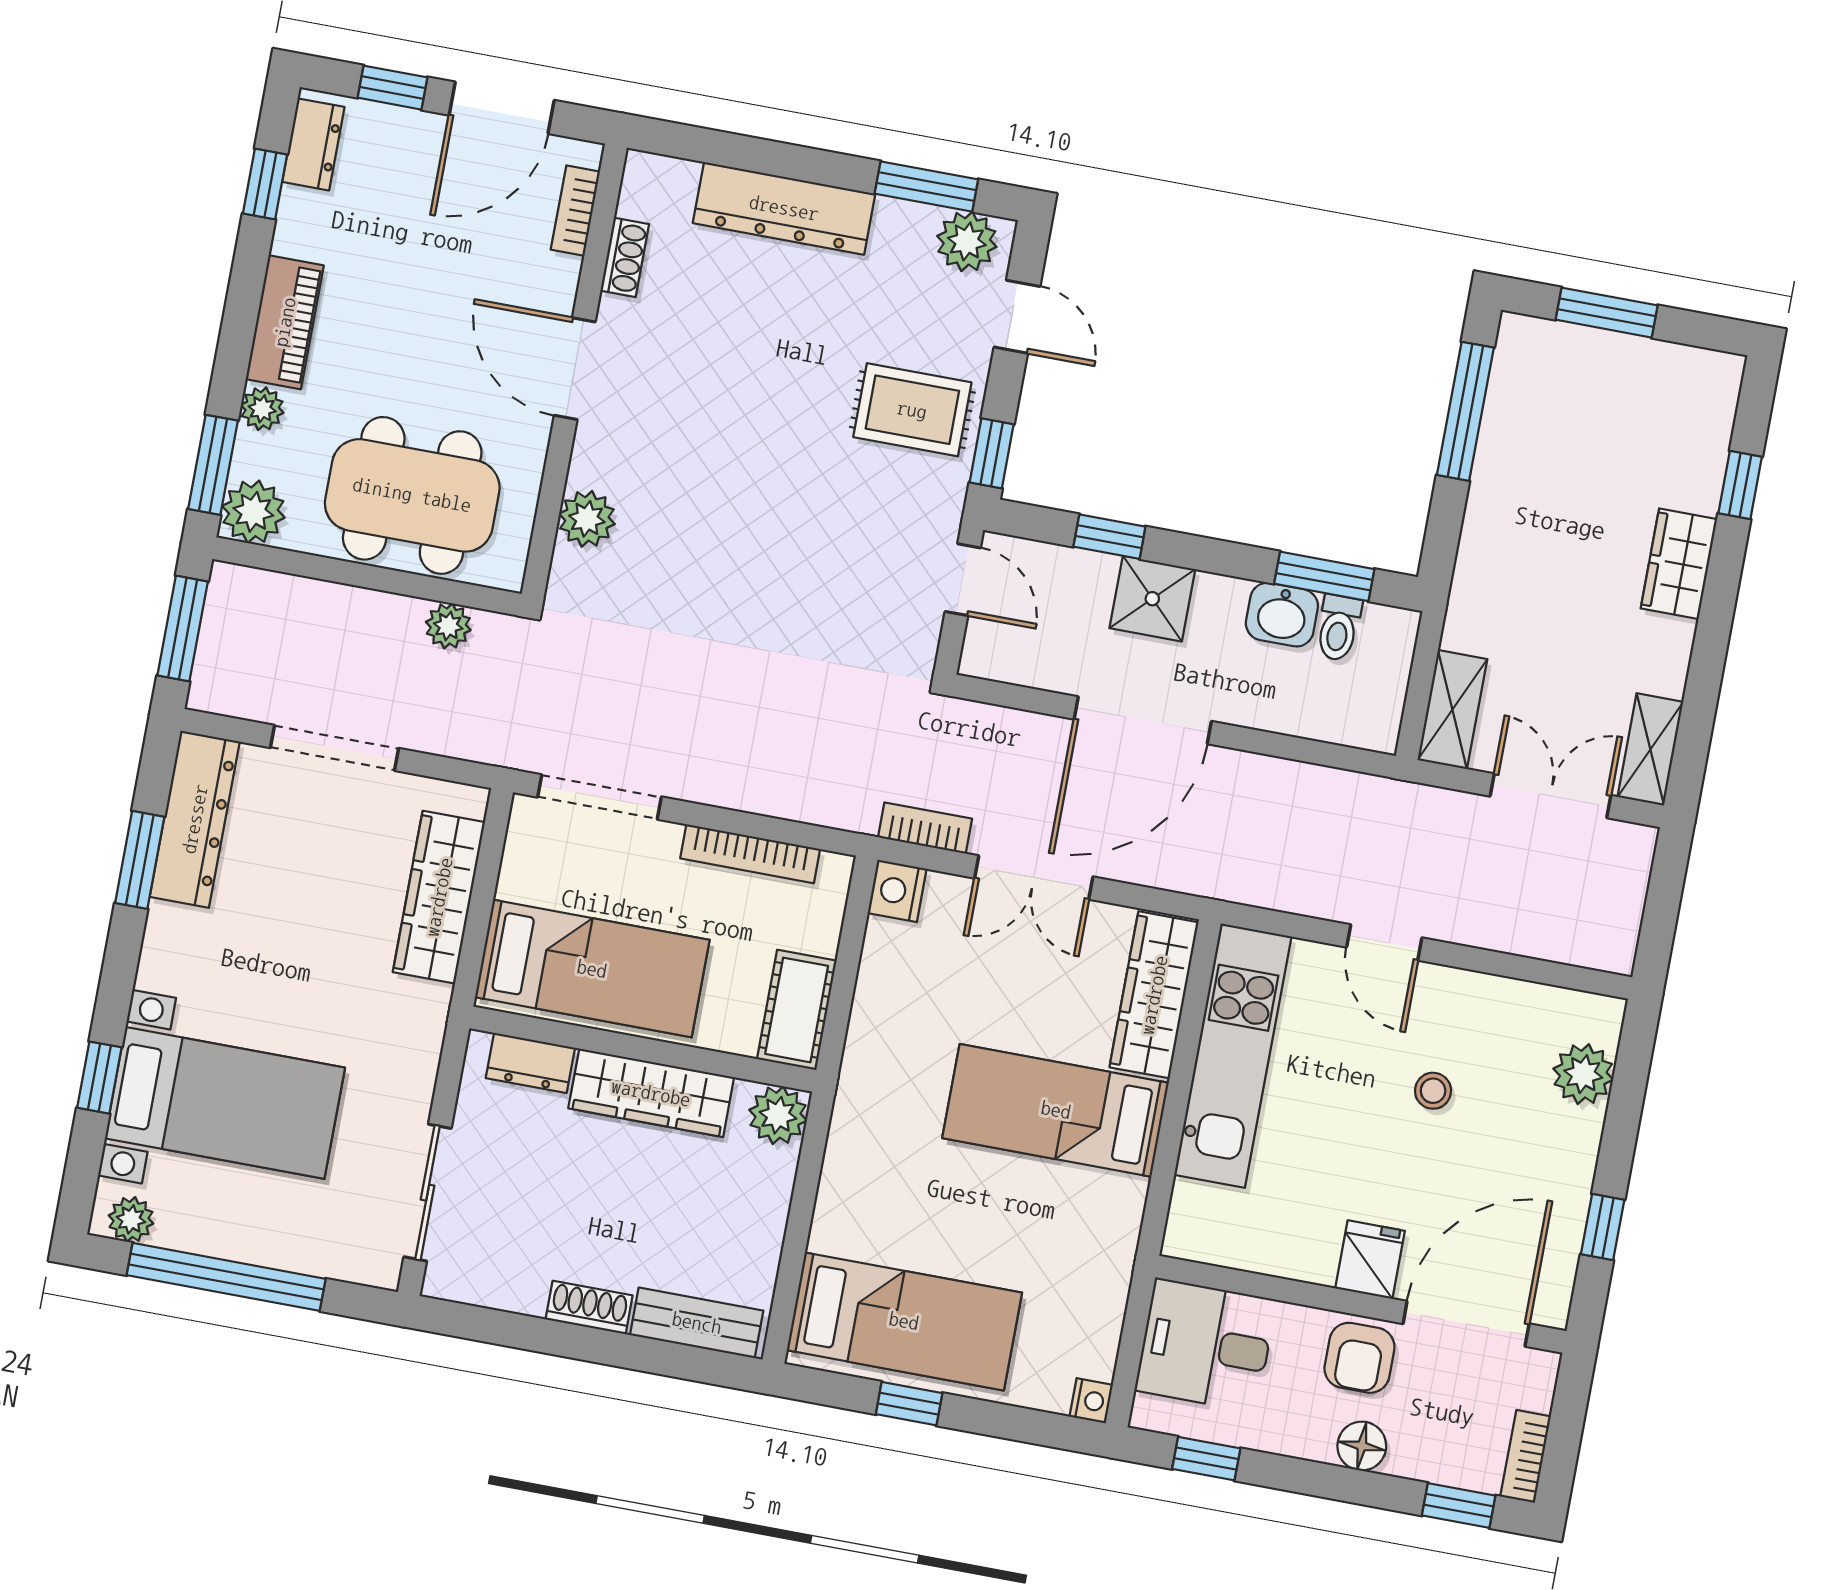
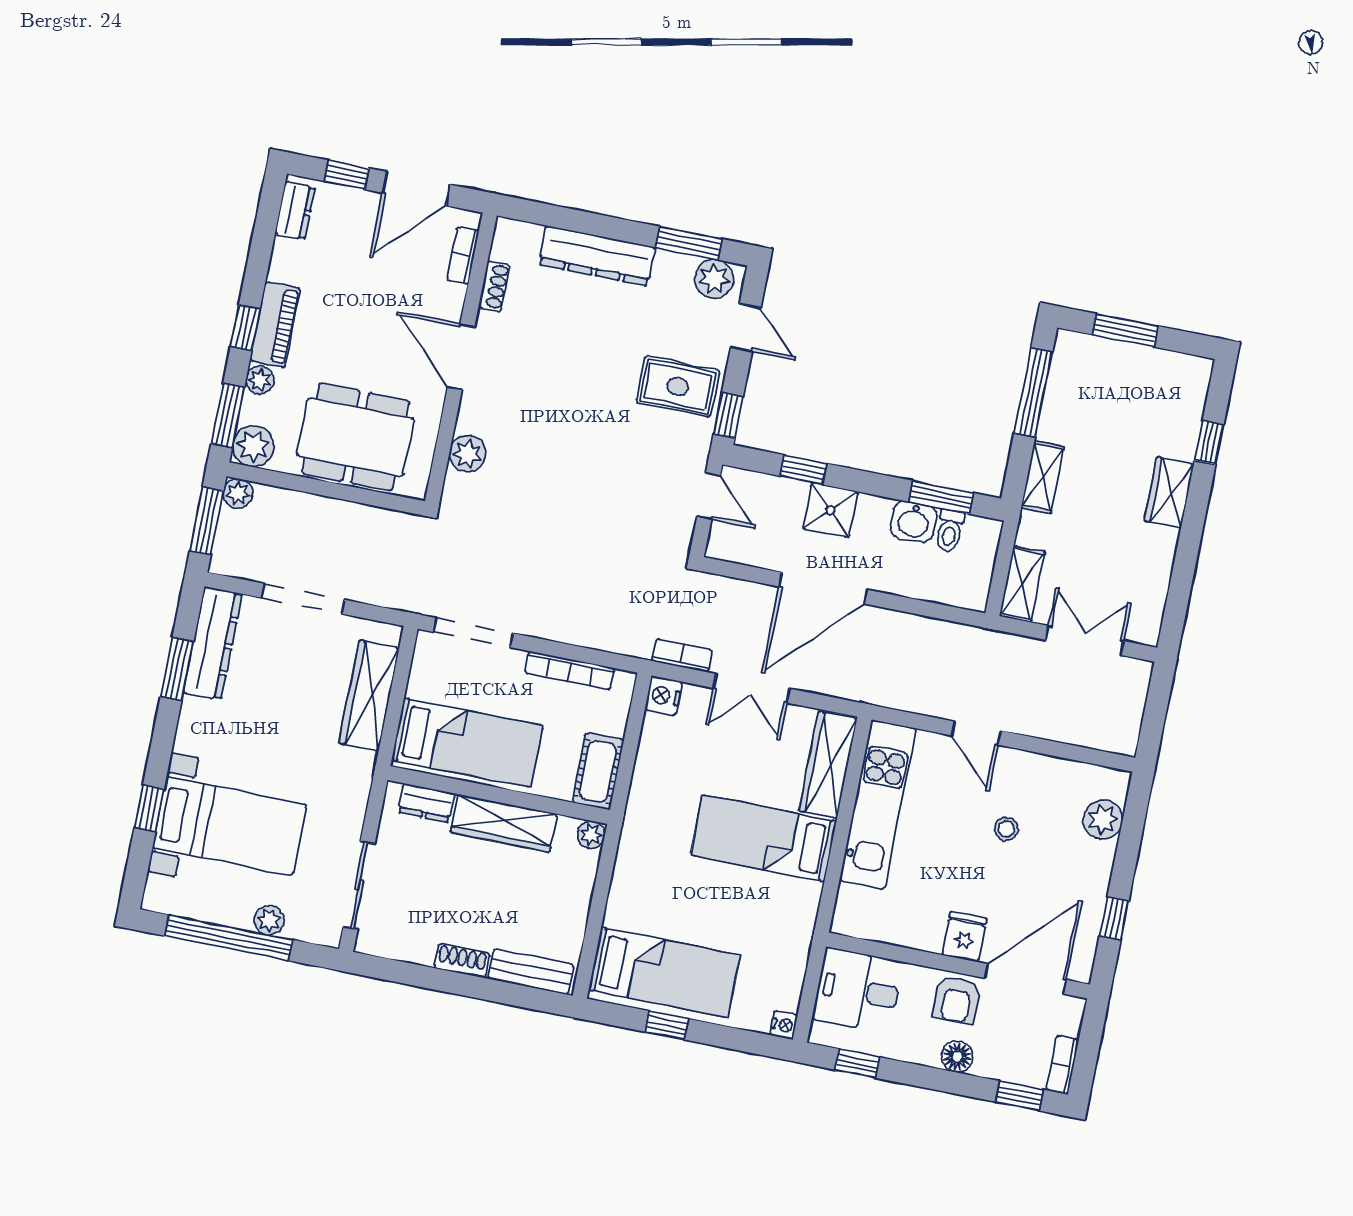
window: (265, 184) -> (245, 328), moved
plant: (448, 626) -> (238, 493), moved
shelving: (1650, 749) -> (1043, 477), moved
plant: (778, 1115) -> (591, 835), width x0.73, depth x0.73
plant: (131, 1219) -> (269, 920), moved

